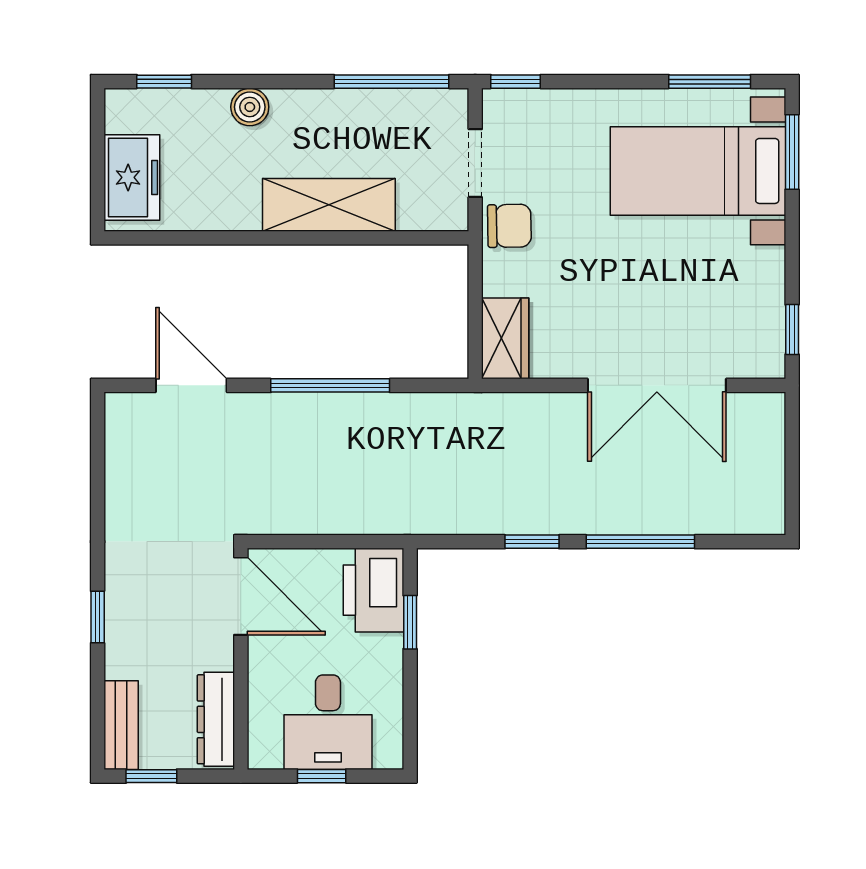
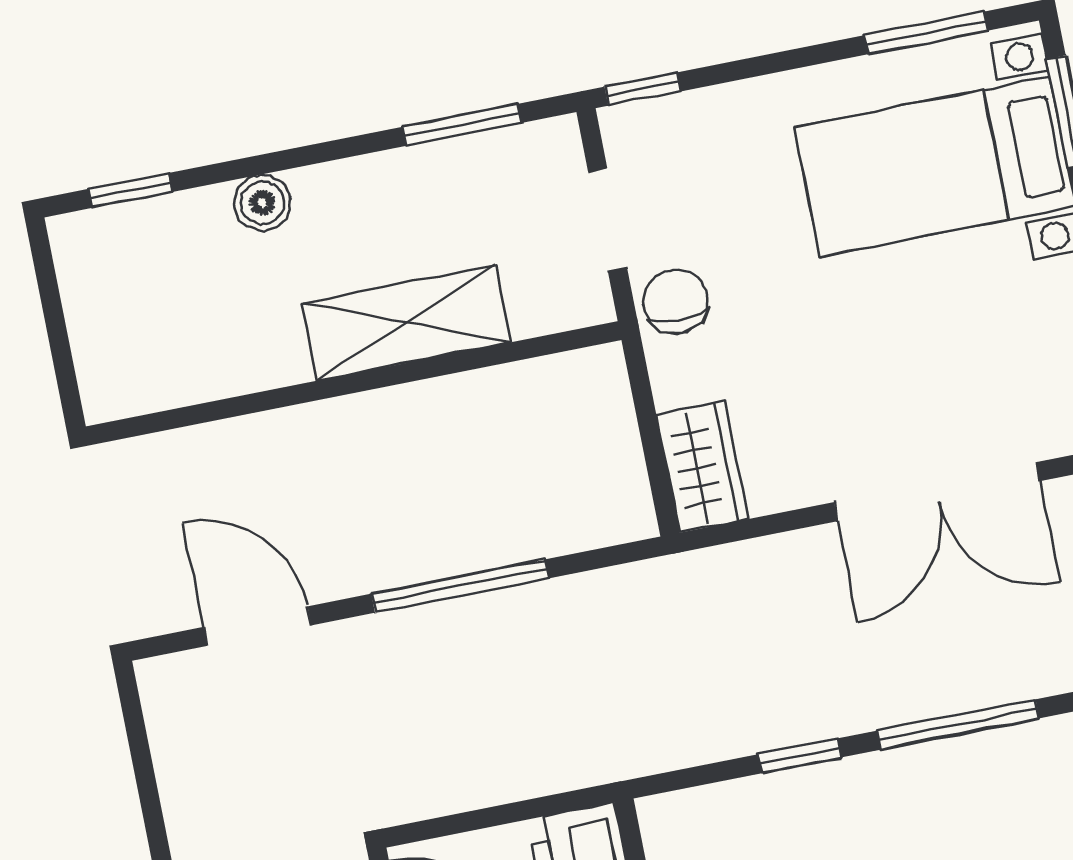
window: (392, 82) -> (462, 125), width x0.69
freezer: (132, 177) -> (111, 340), removed
chair: (509, 226) -> (676, 301), turned -89

